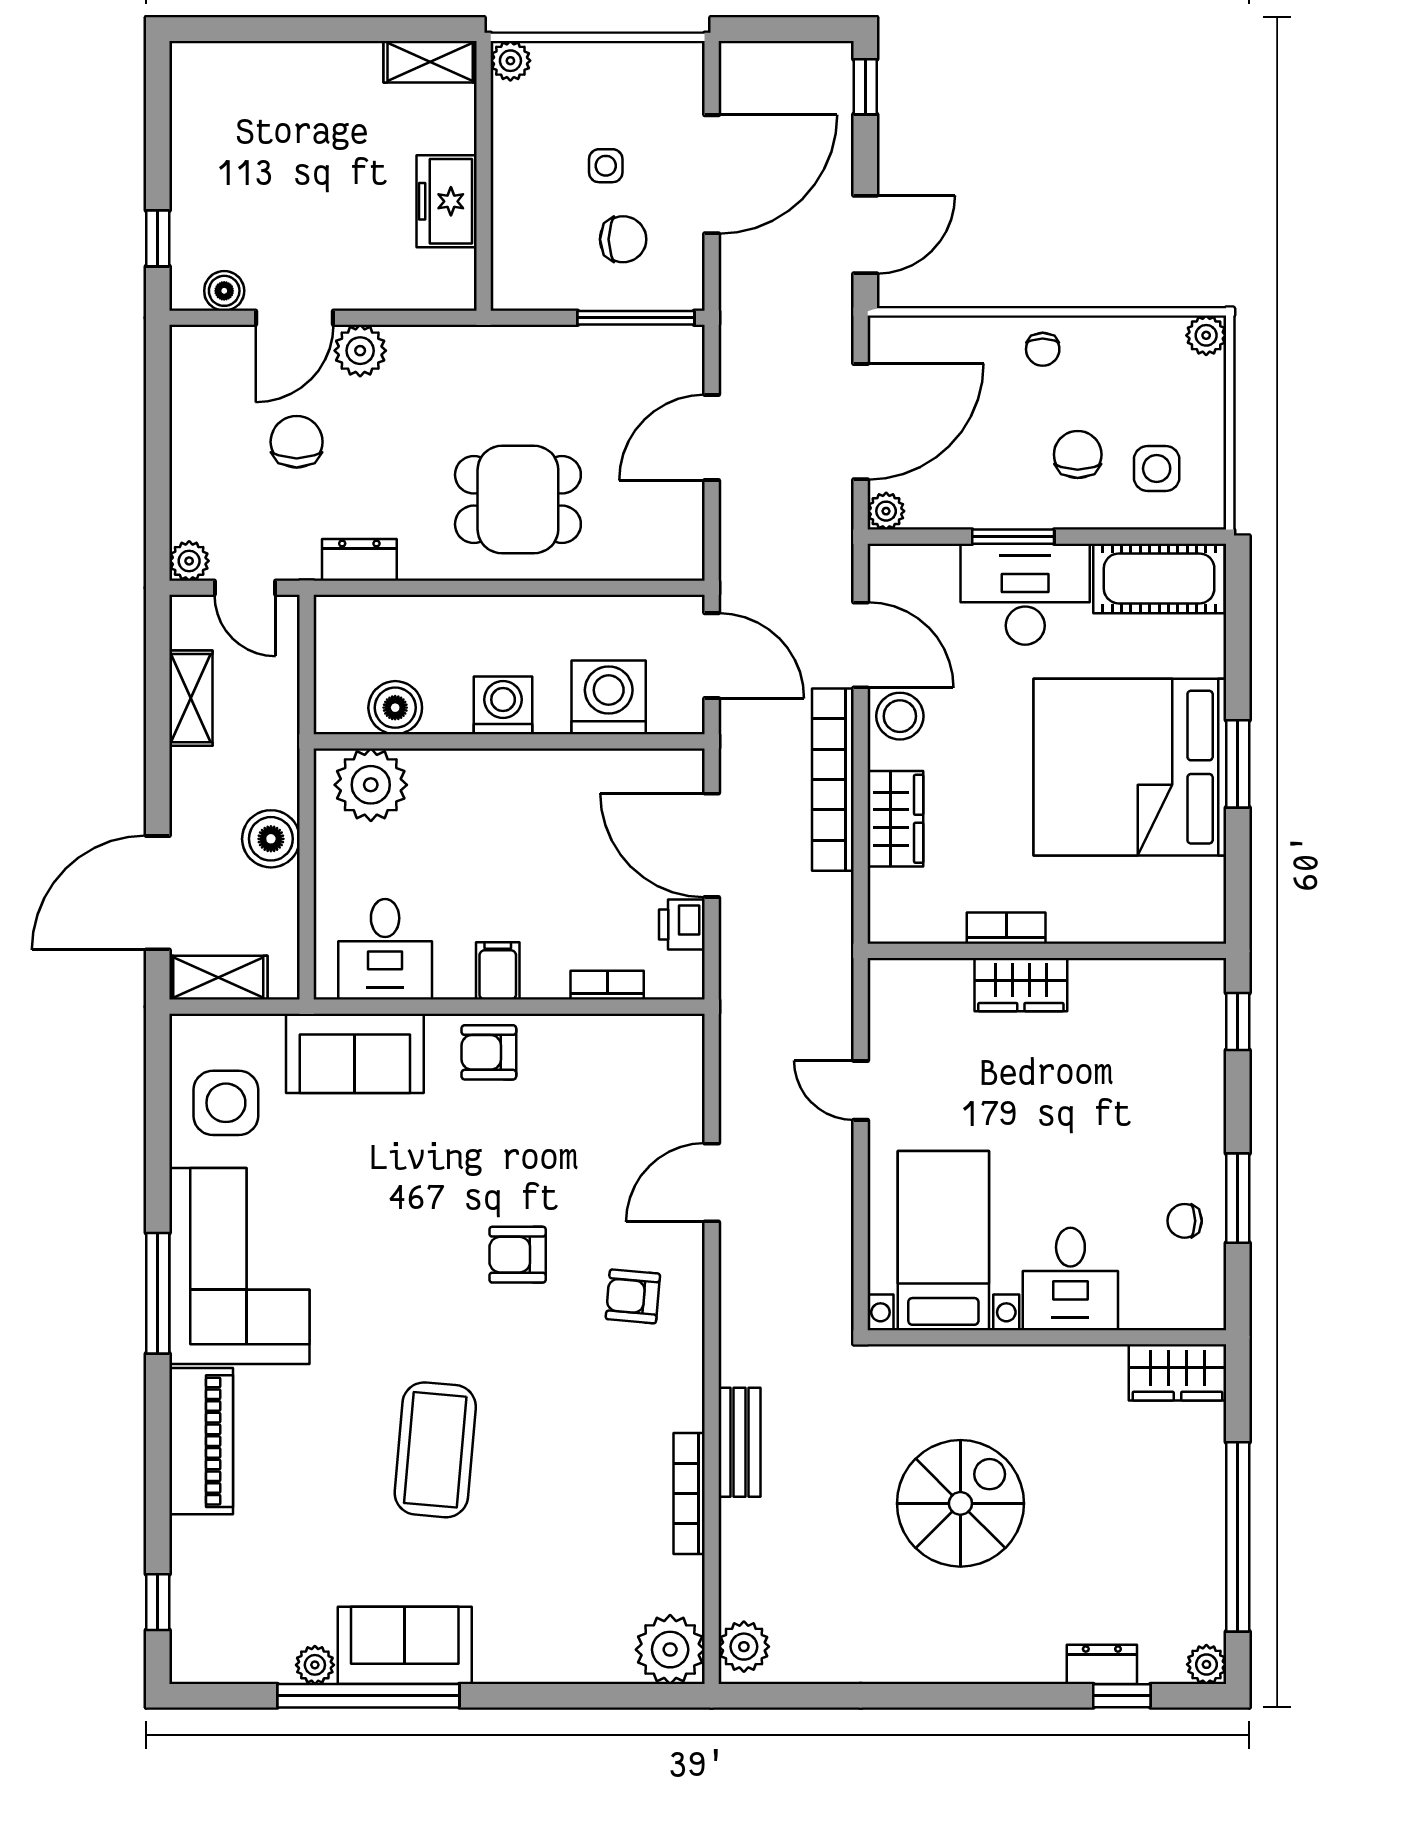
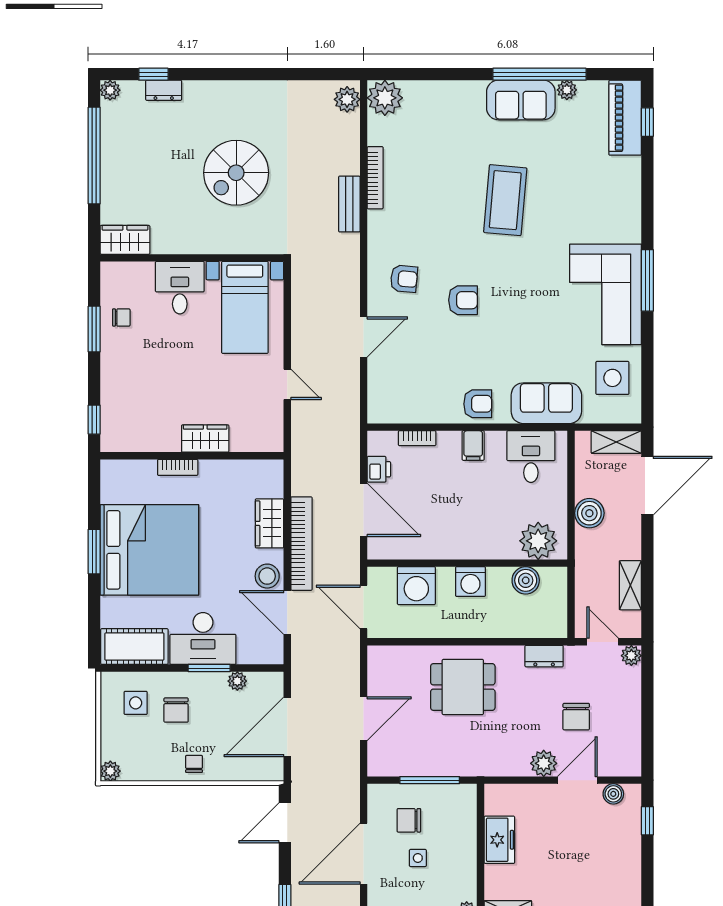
window: (636, 318) -> (430, 780), moved
plant: (886, 511) -> (237, 681), moved
bookcase: (1006, 928) -> (178, 467), moved
piano: (201, 1441) -> (625, 118), moved

